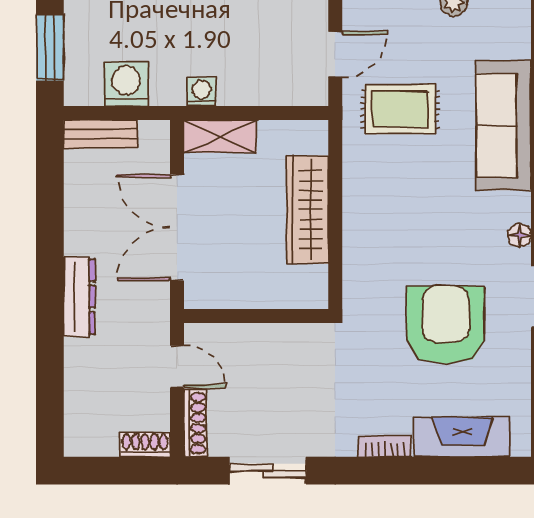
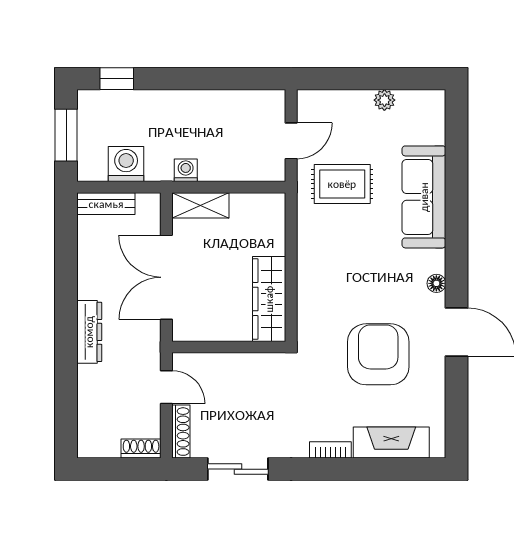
wardrobe: (307, 210) -> (269, 299), moved

